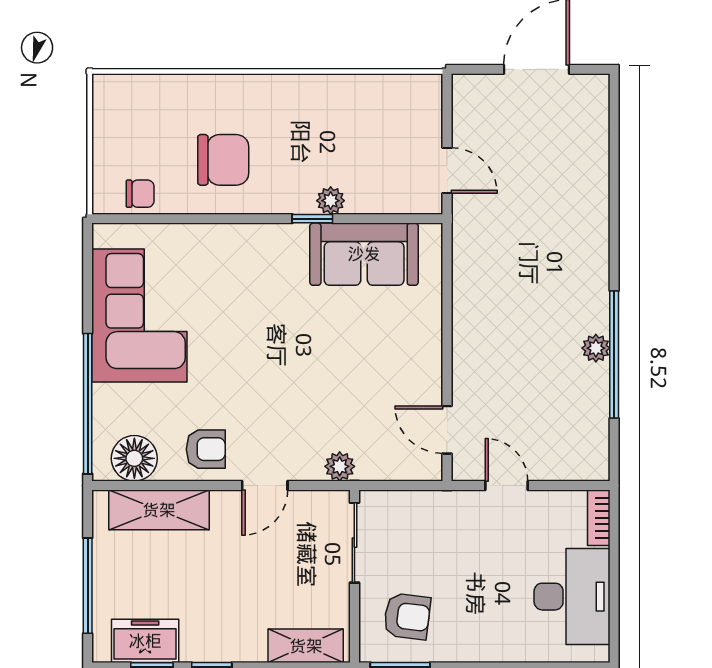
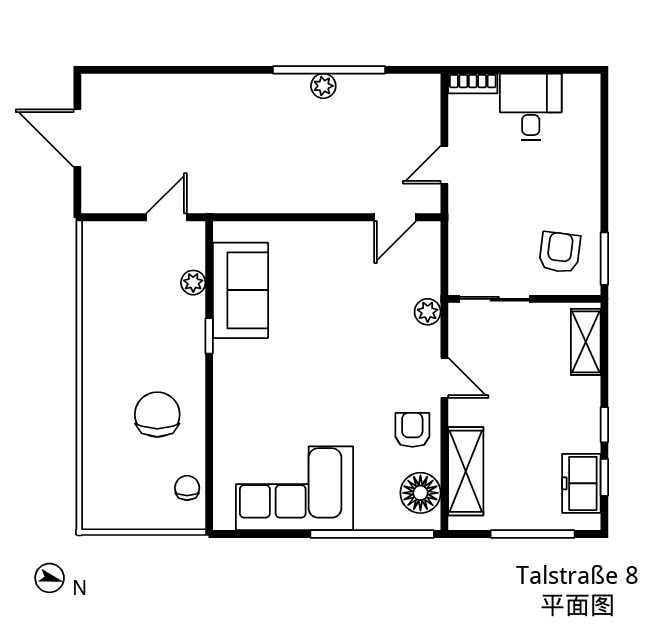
plant: (331, 201) -> (193, 283), moved
desk: (572, 597) -> (531, 107), width x0.73

